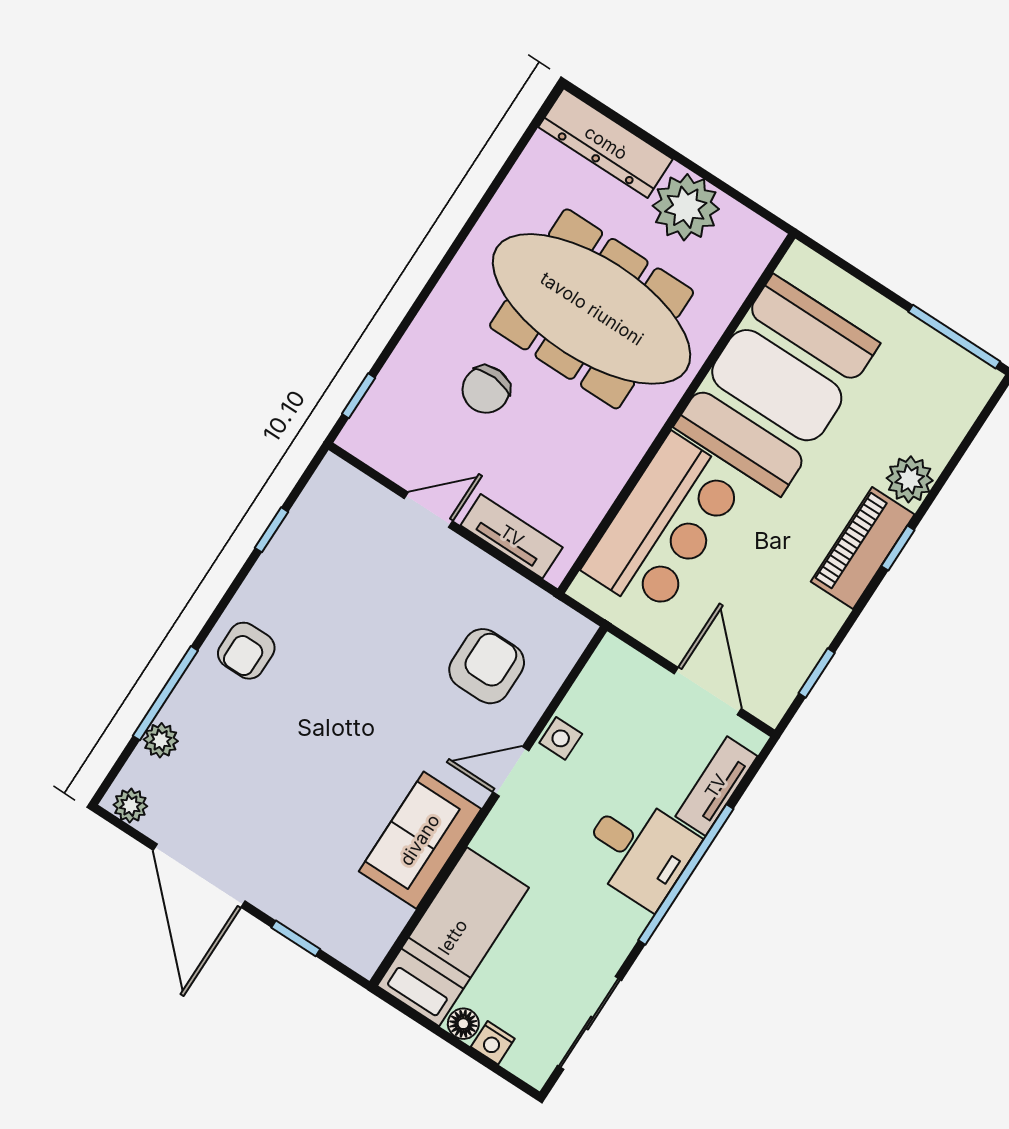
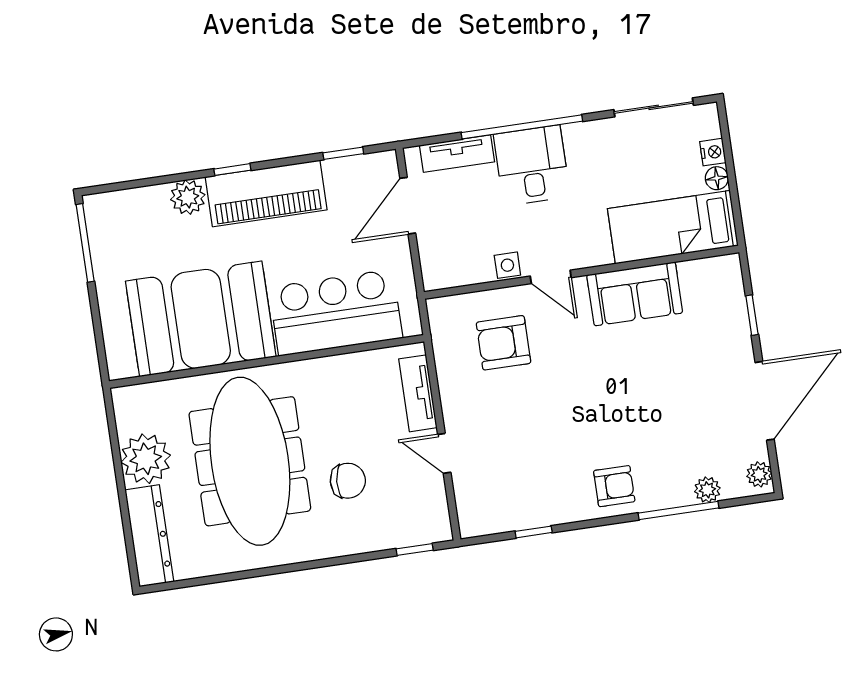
piano: (863, 548) -> (266, 193), width x1.37, depth x1.33

